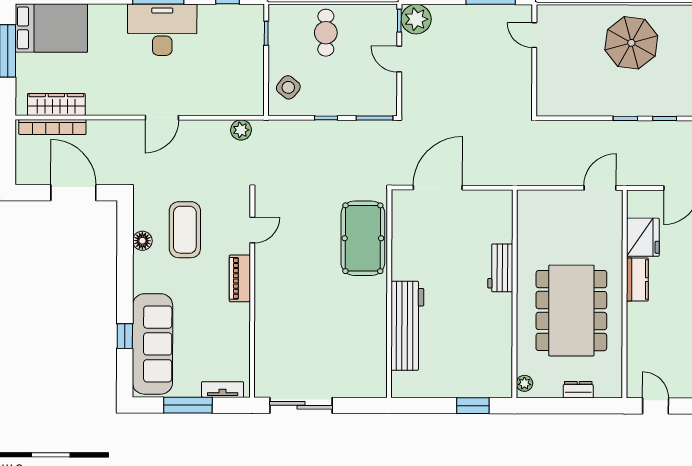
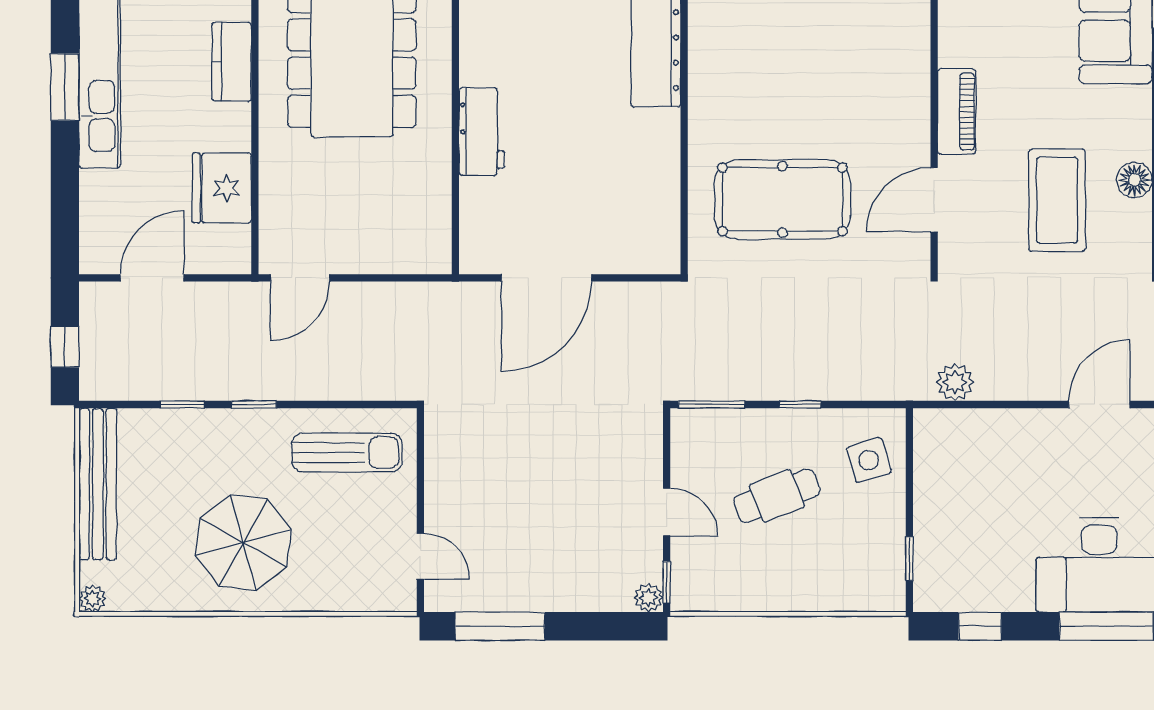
plant: (416, 19) -> (649, 598), width x0.53, depth x0.53
cafe table: (326, 33) -> (777, 496), moved, turned 69
side table: (288, 87) -> (869, 460), turned 34
sun lounger: (574, 92) -> (347, 453), added
door: (438, 188) -> (547, 278), moved
door: (252, 230) -> (934, 200), width x1.38
pool table: (363, 238) -> (782, 199), moved, turned 90
kitchen counter: (637, 280) -> (232, 62), moved

